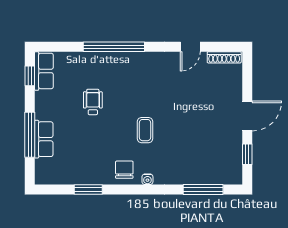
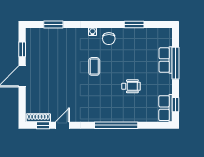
window: (218, 47) -> (43, 125), added
wheelchair: (93, 102) -> (131, 86), turned -90
window: (203, 190) -> (53, 25), width x0.69

